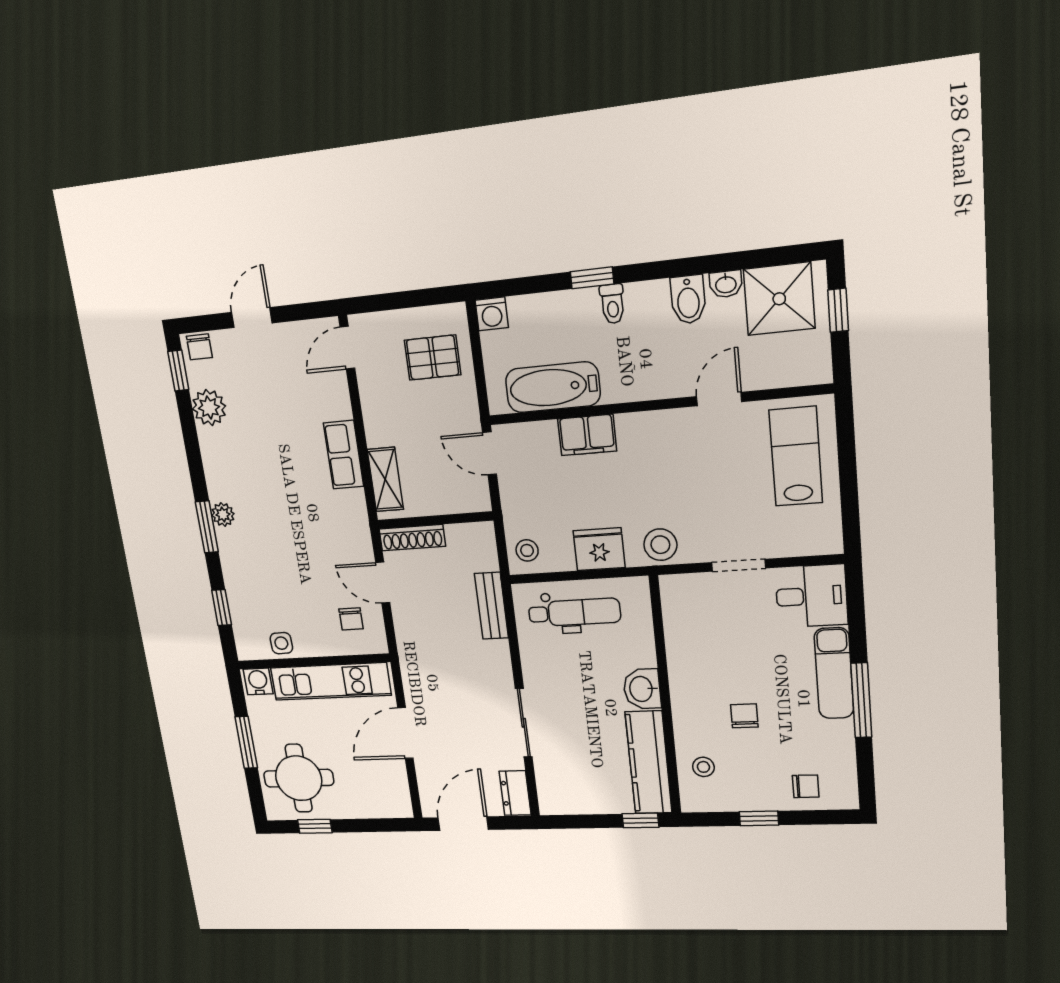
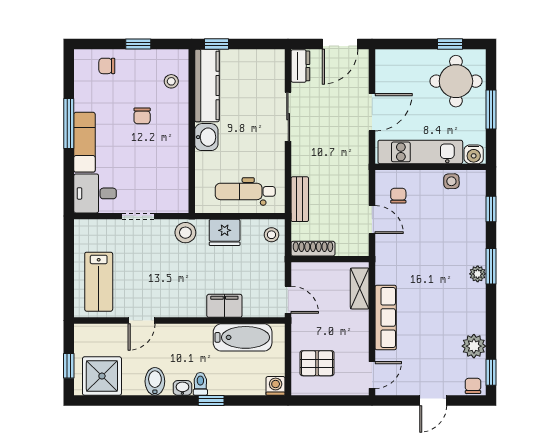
washbasin: (726, 284) -> (182, 388), moved
row of seats: (344, 455) -> (386, 317), width x1.48
shoe rack: (412, 538) -> (313, 249), moved

